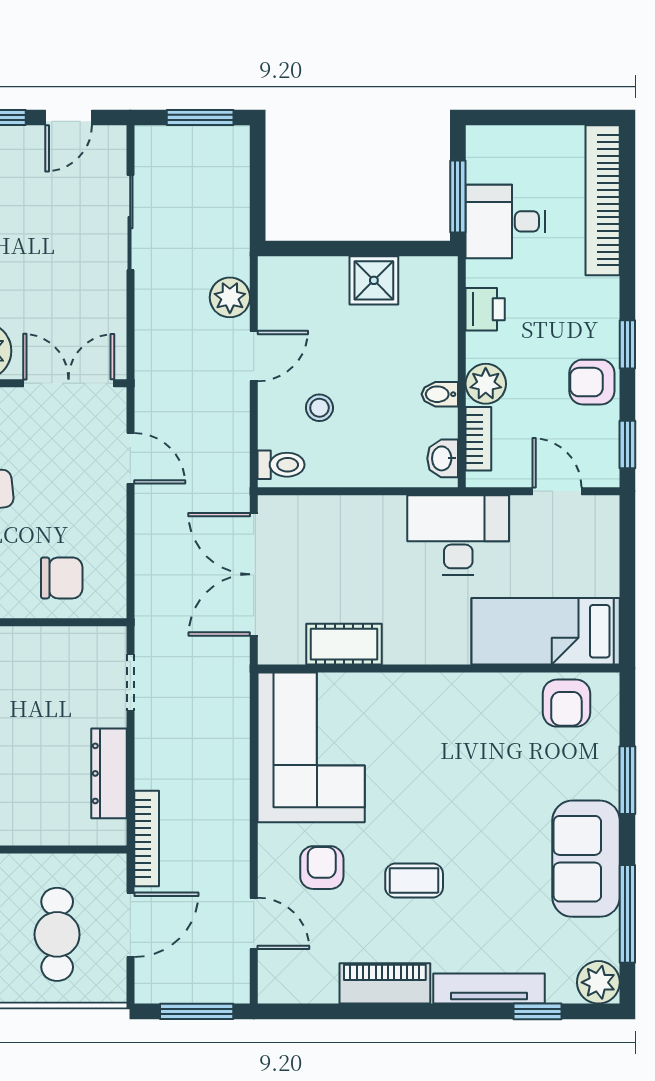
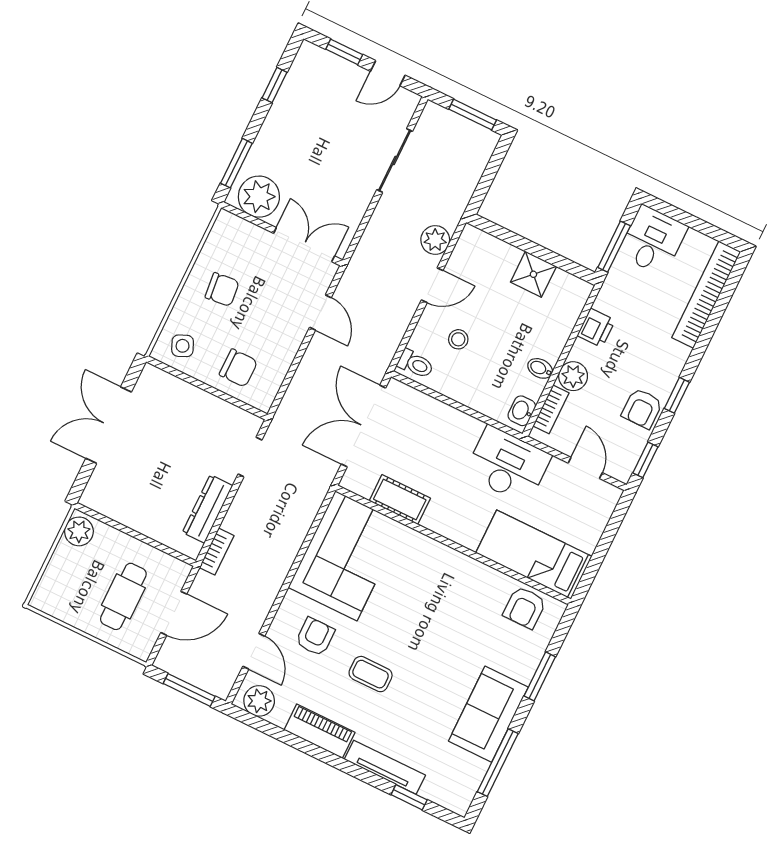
desk: (505, 221) -> (653, 240), moved, turned 90
armchair: (592, 382) -> (642, 408), turned -90
bookcase: (147, 838) -> (217, 552), width x0.64
plant: (598, 982) -> (259, 701), moved

